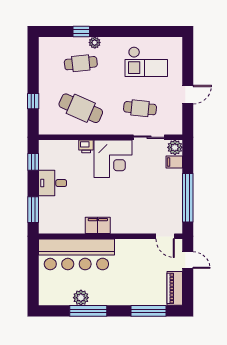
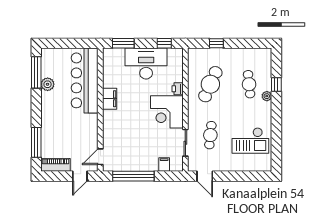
checkout: (146, 62) -> (250, 140), turned -90
door: (188, 95) -> (205, 176), moved
plant: (175, 147) -> (177, 165), removed
desk: (52, 183) -> (146, 63), width x1.87, depth x1.30
window: (88, 311) -> (36, 72), moved

